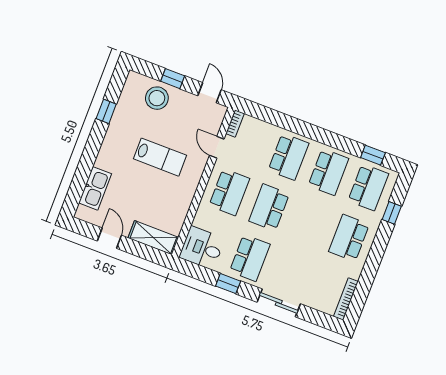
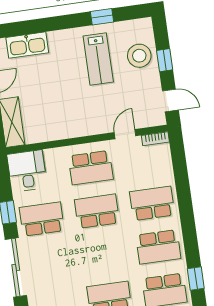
door: (210, 93) -> (170, 100), hinge flipped
lab bench: (160, 157) -> (98, 59), moved
school desk: (288, 157) -> (152, 203), turned 180
school desk: (250, 258) -> (42, 219), turned 180
sliding door: (279, 303) -> (16, 268), width x1.37

